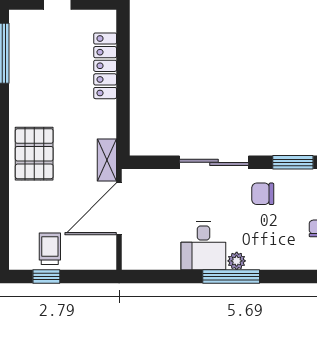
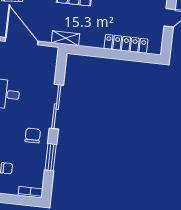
door: (119, 209) -> (22, 41), moved

